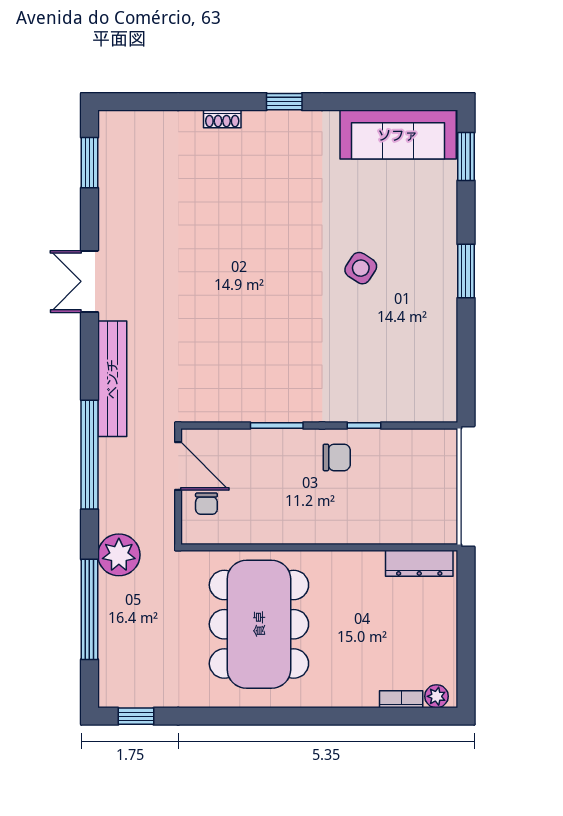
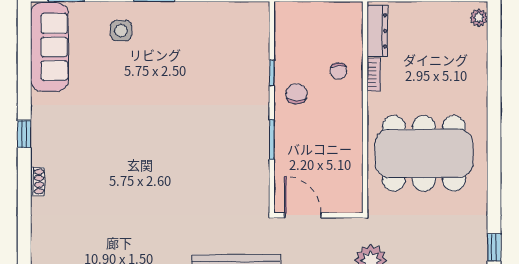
side table: (361, 268) -> (121, 31), moved, turned -33
door: (178, 466) -> (303, 215), hinge flipped
chair: (206, 504) -> (338, 71), moved, turned 90
bookcase: (401, 699) -> (374, 75), moved, turned 180

